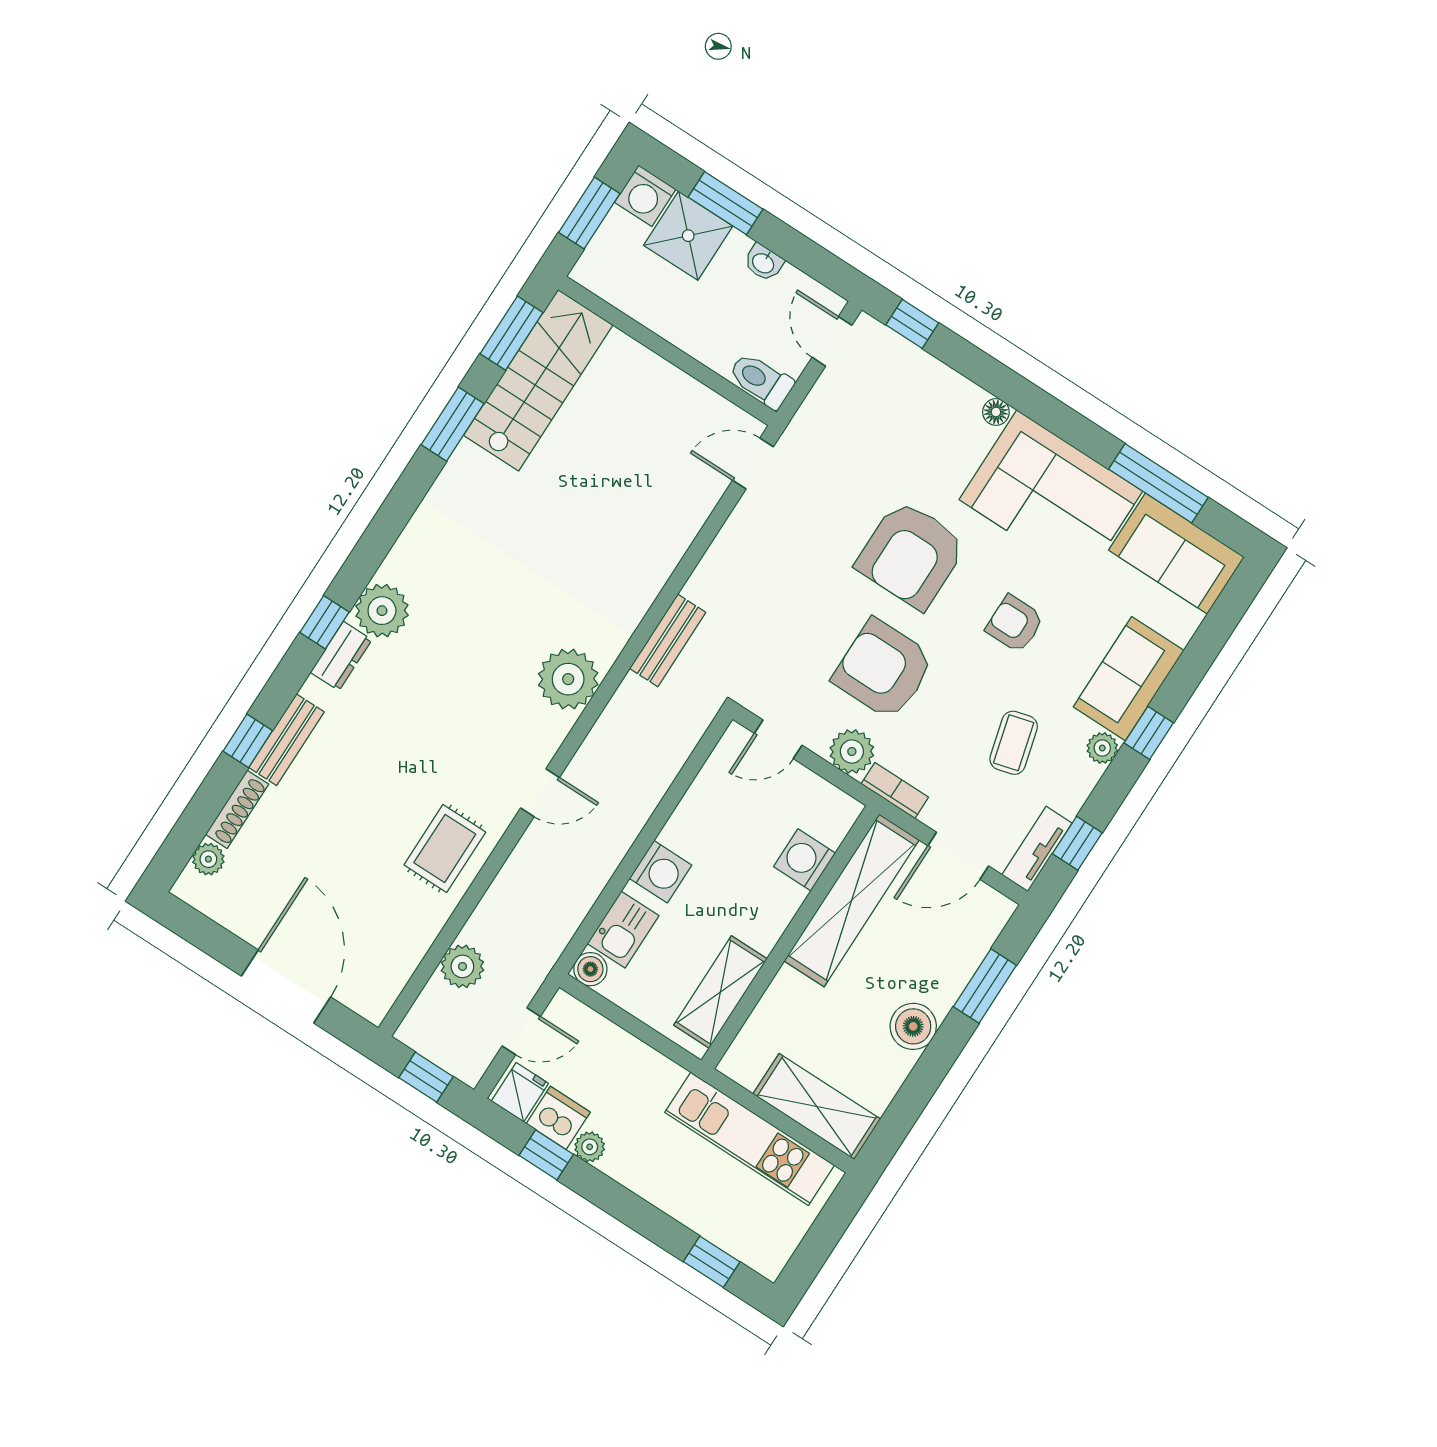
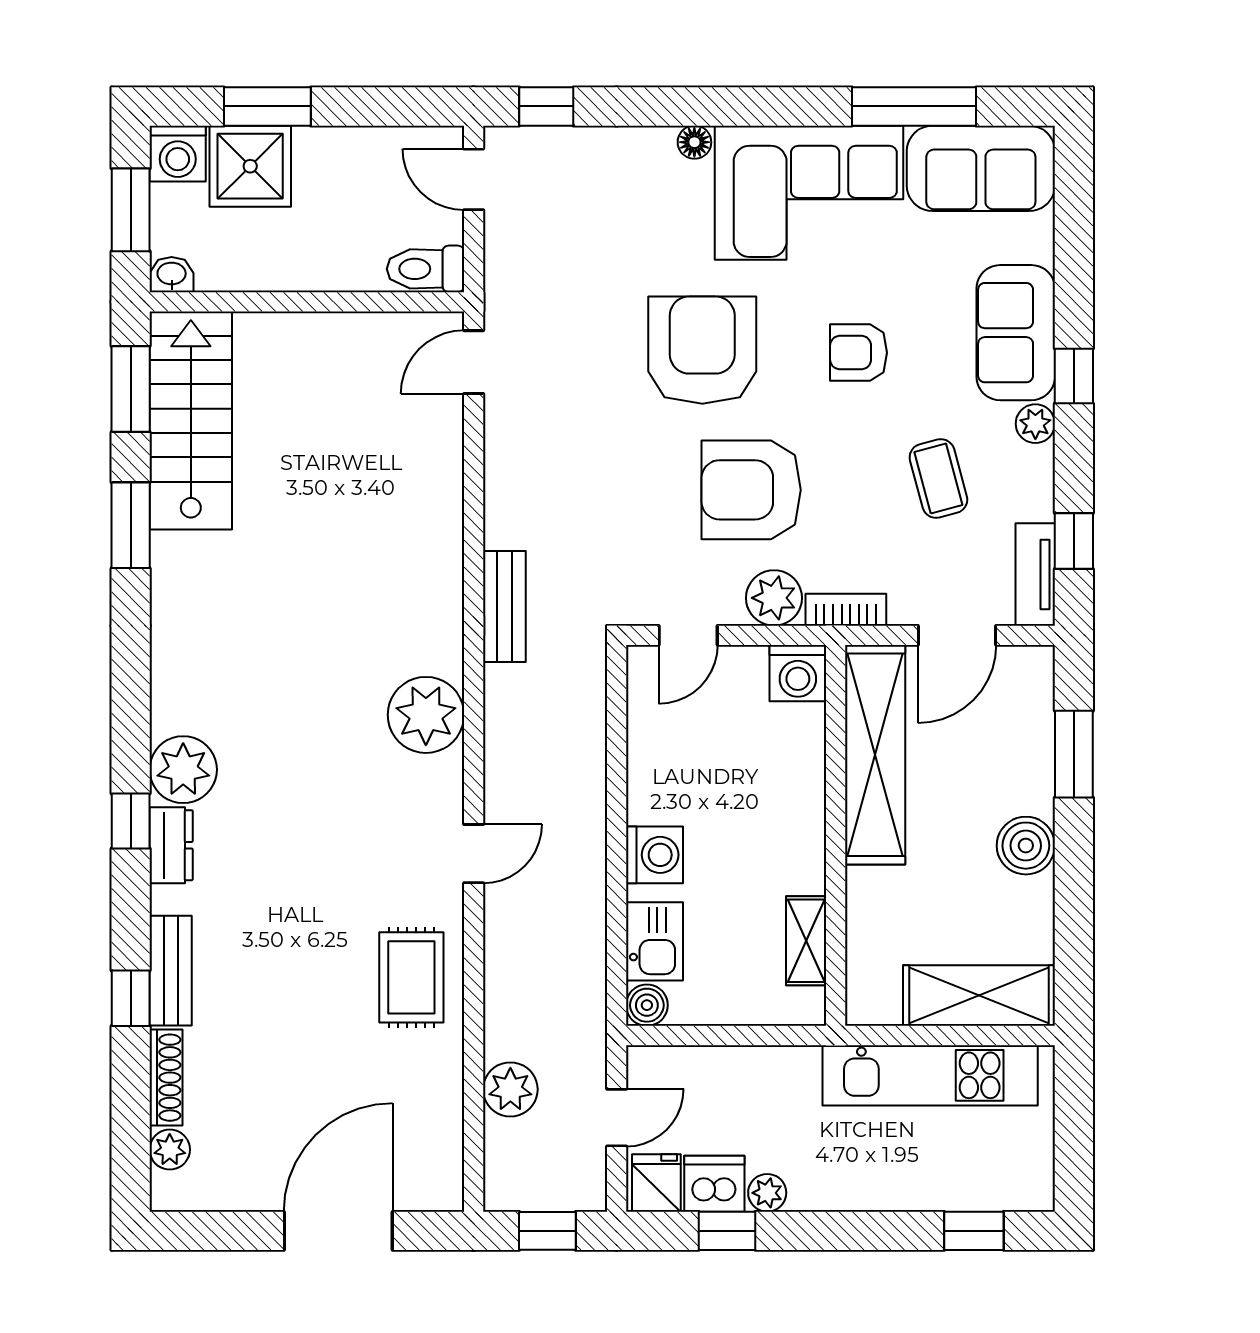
washbasin: (763, 263) -> (172, 275), moved, turned 180
armchair: (911, 555) -> (702, 350), turned 180
washing machine: (804, 860) -> (798, 673), moved, turned -90
door: (286, 986) -> (338, 1231), hinge flipped
shelving: (720, 992) -> (806, 941), width x0.67, depth x0.75

